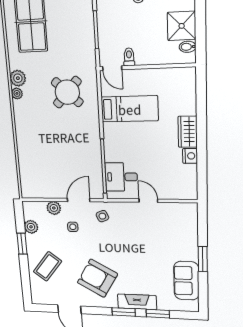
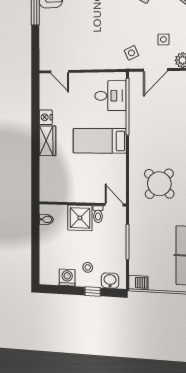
shower: (182, 26) -> (80, 218), moved
bed: (130, 109) -> (99, 141), moved
door: (148, 201) -> (60, 72), moved

